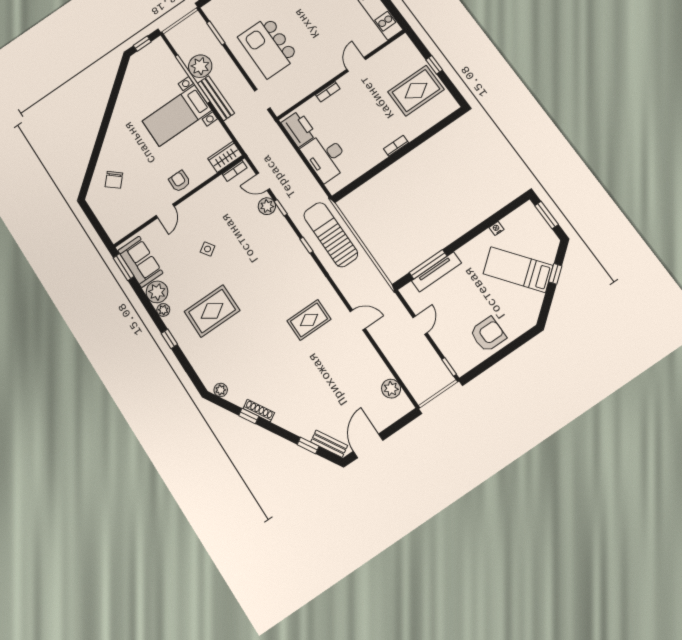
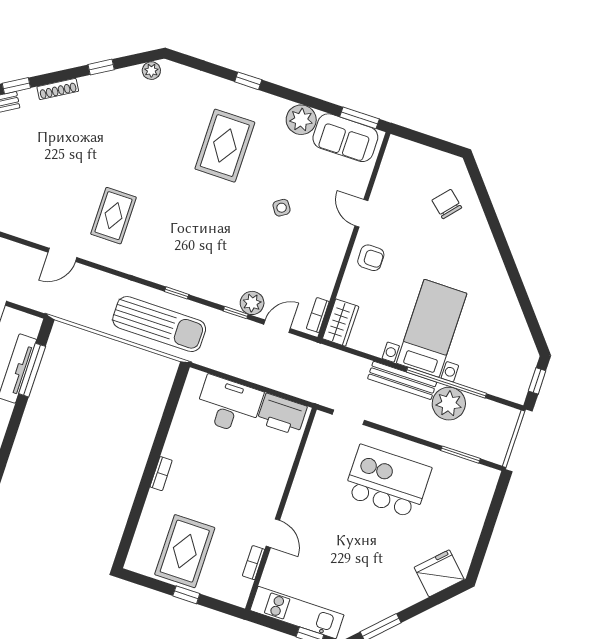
bookcase: (328, 92) -> (254, 563), moved
plant: (163, 310) -> (279, 106), removed
shoe rack: (259, 411) -> (58, 89), moved

